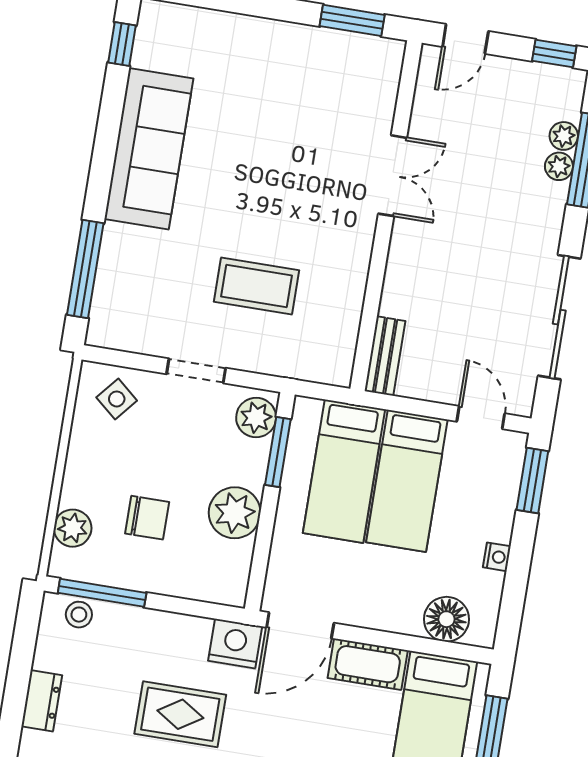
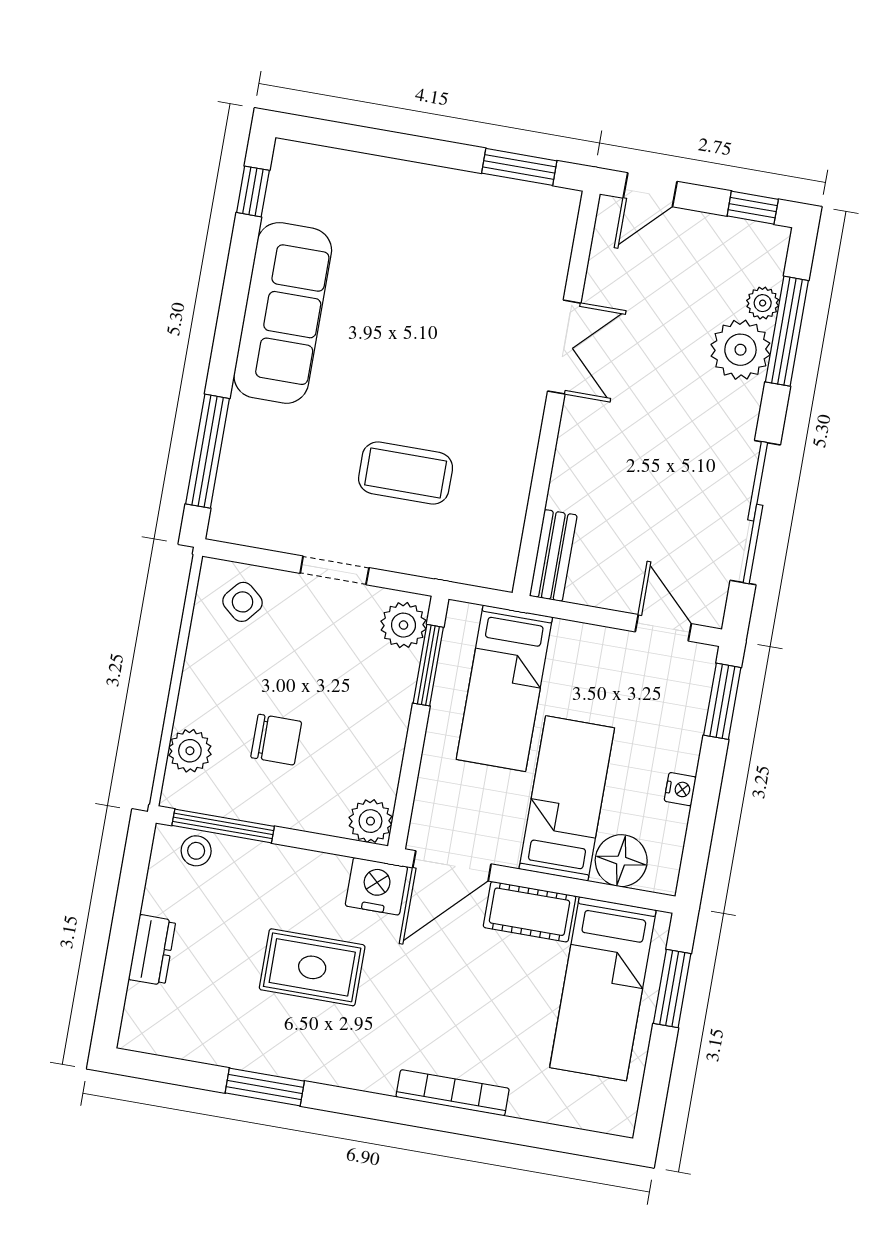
plant: (559, 166) -> (740, 350), width x1.87, depth x1.87
bed: (407, 481) -> (567, 798), moved, turned 180
plant: (235, 513) -> (370, 821), moved, width x0.73, depth x0.73

